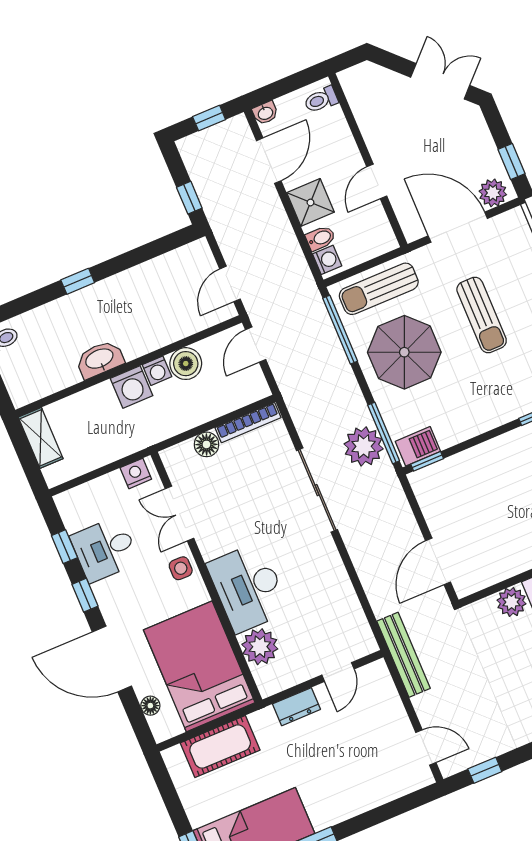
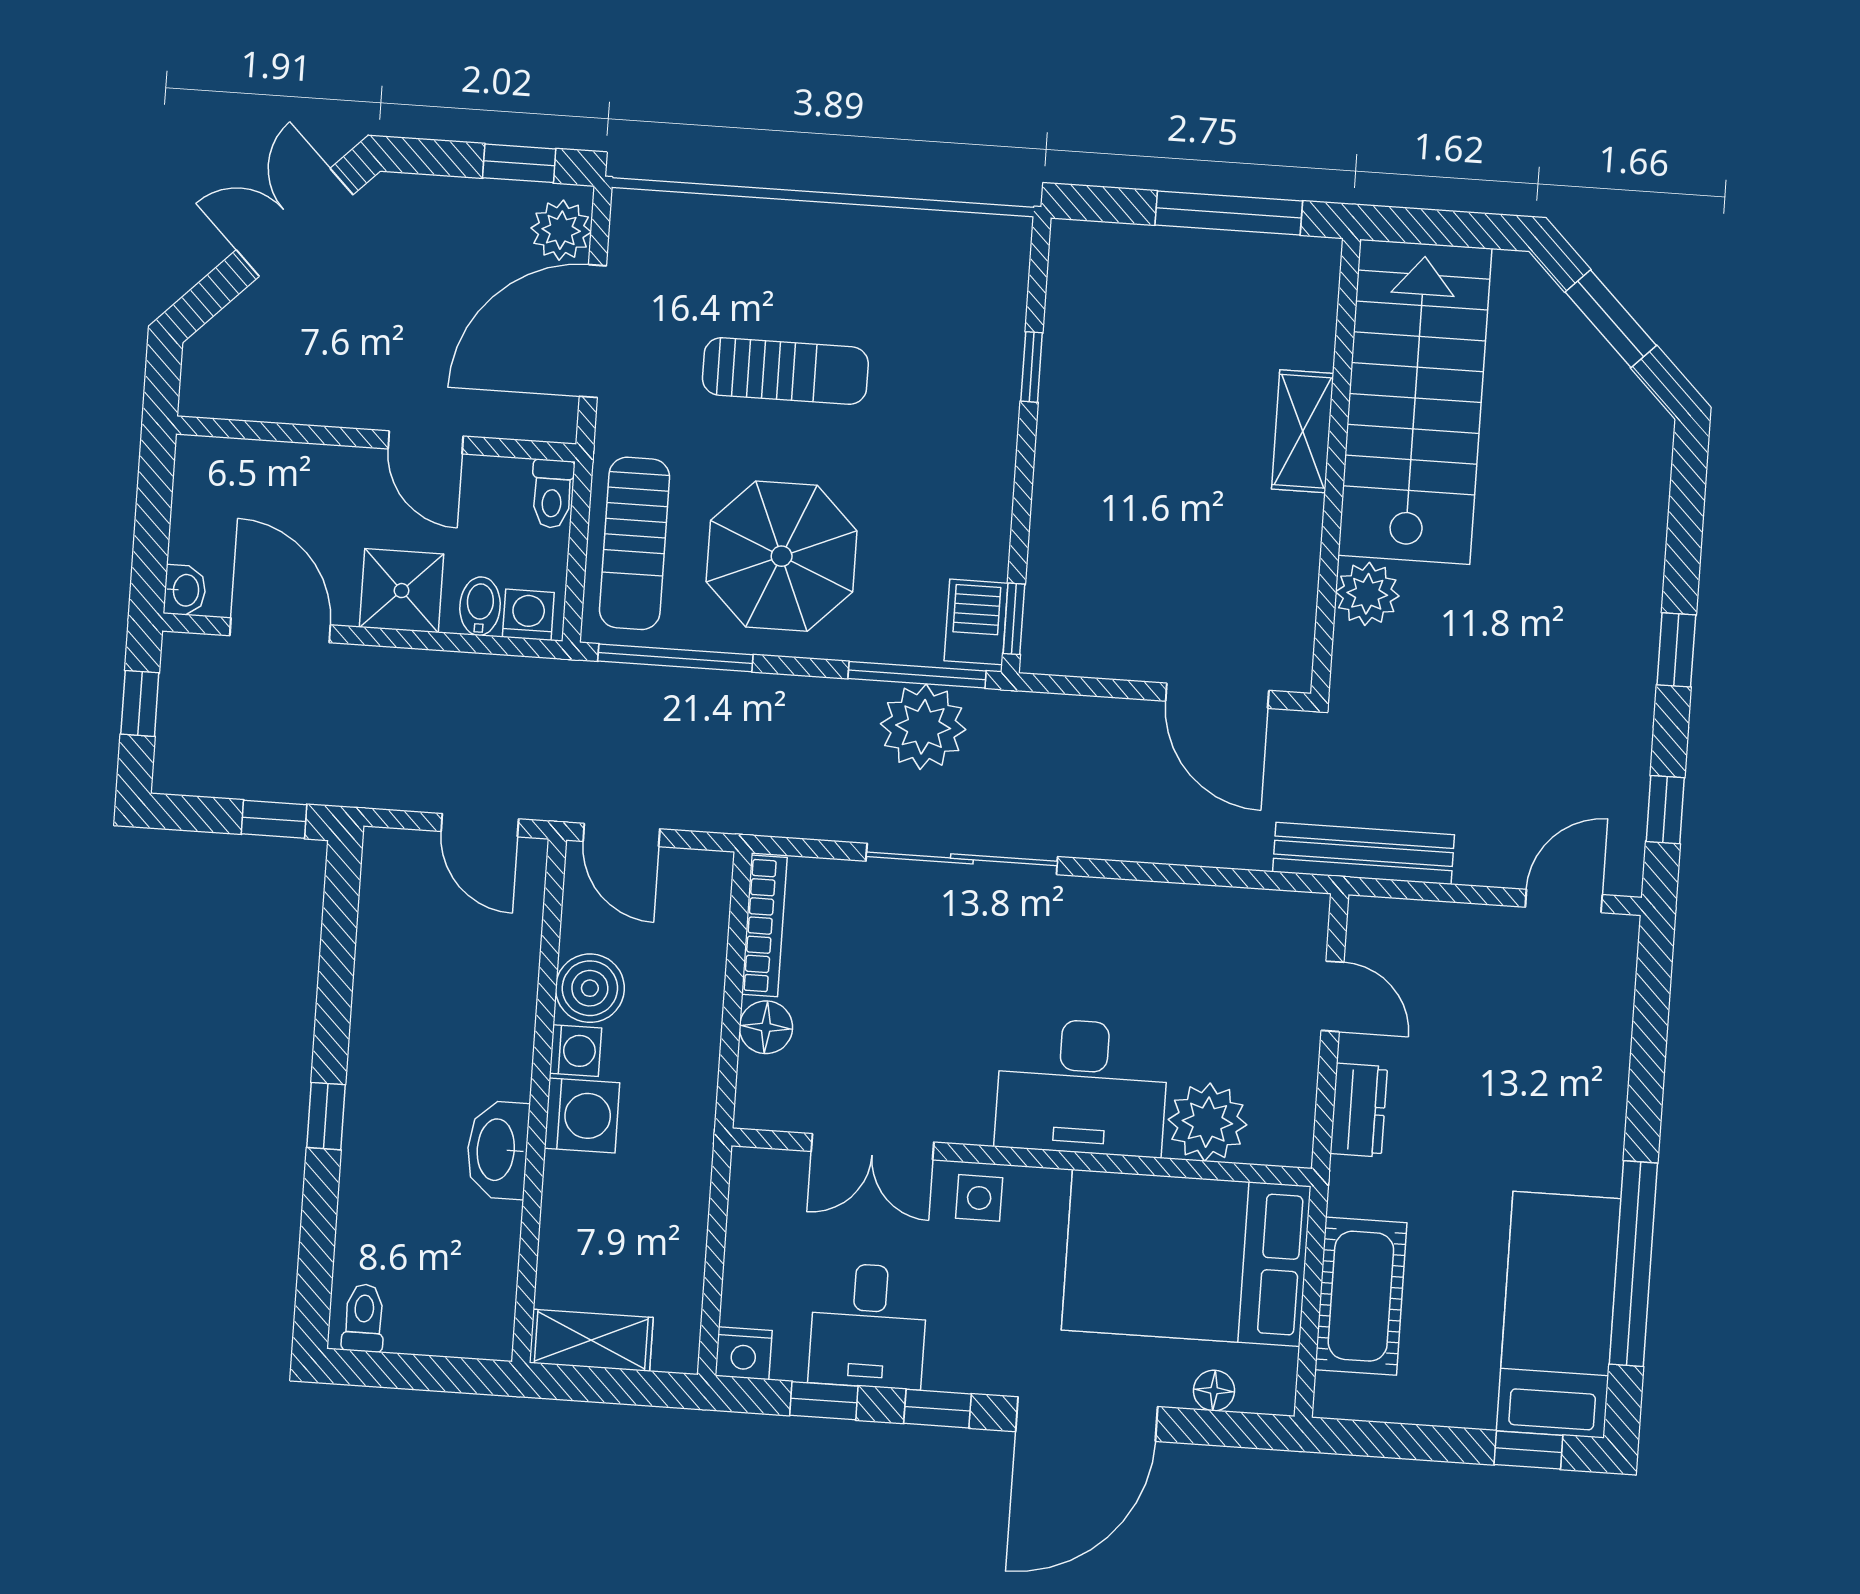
toilet: (321, 100) -> (552, 494), moved
nightstand: (136, 473) -> (744, 1353), moved, turned -90

